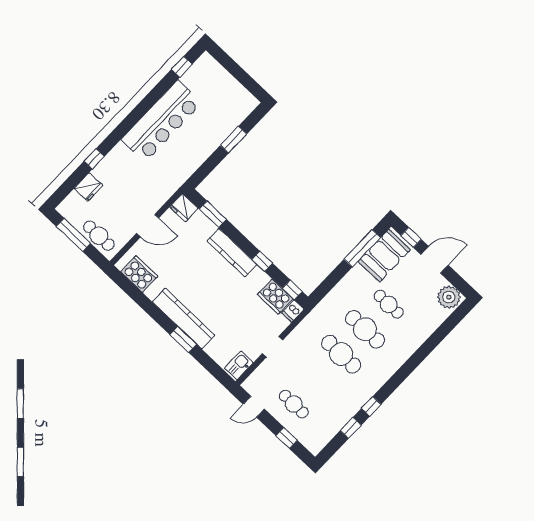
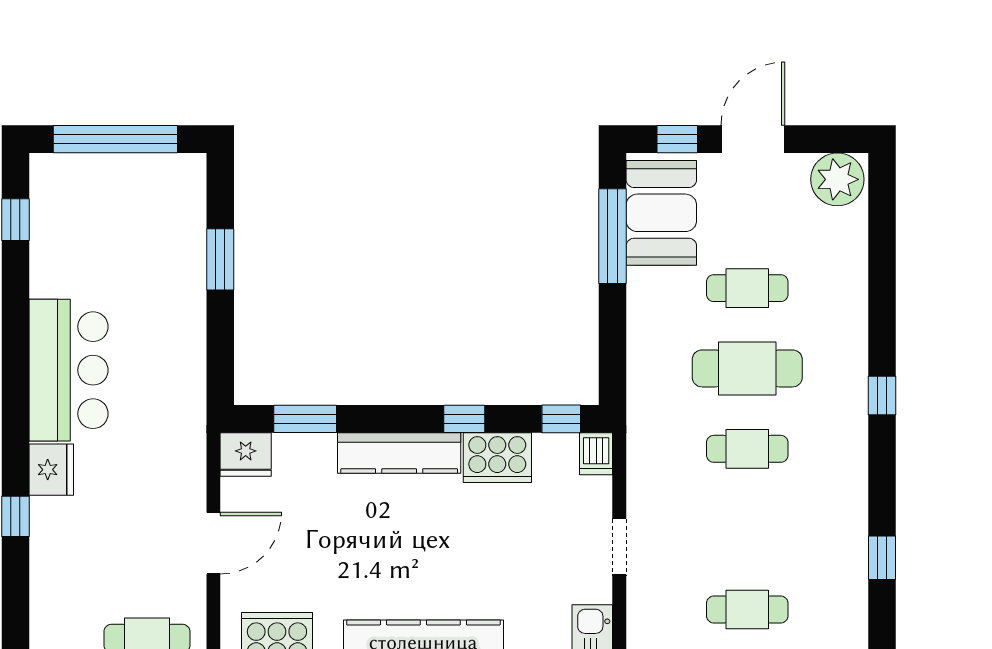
window: (237, 71) -> (115, 139), added
bar counter: (161, 121) -> (69, 370), width x0.73
fridge: (88, 187) -> (51, 470), moved
cooker: (275, 297) -> (497, 458), moved
cafe table: (341, 354) -> (747, 449), width x0.73, depth x0.74
window: (371, 406) -> (882, 396), moved

